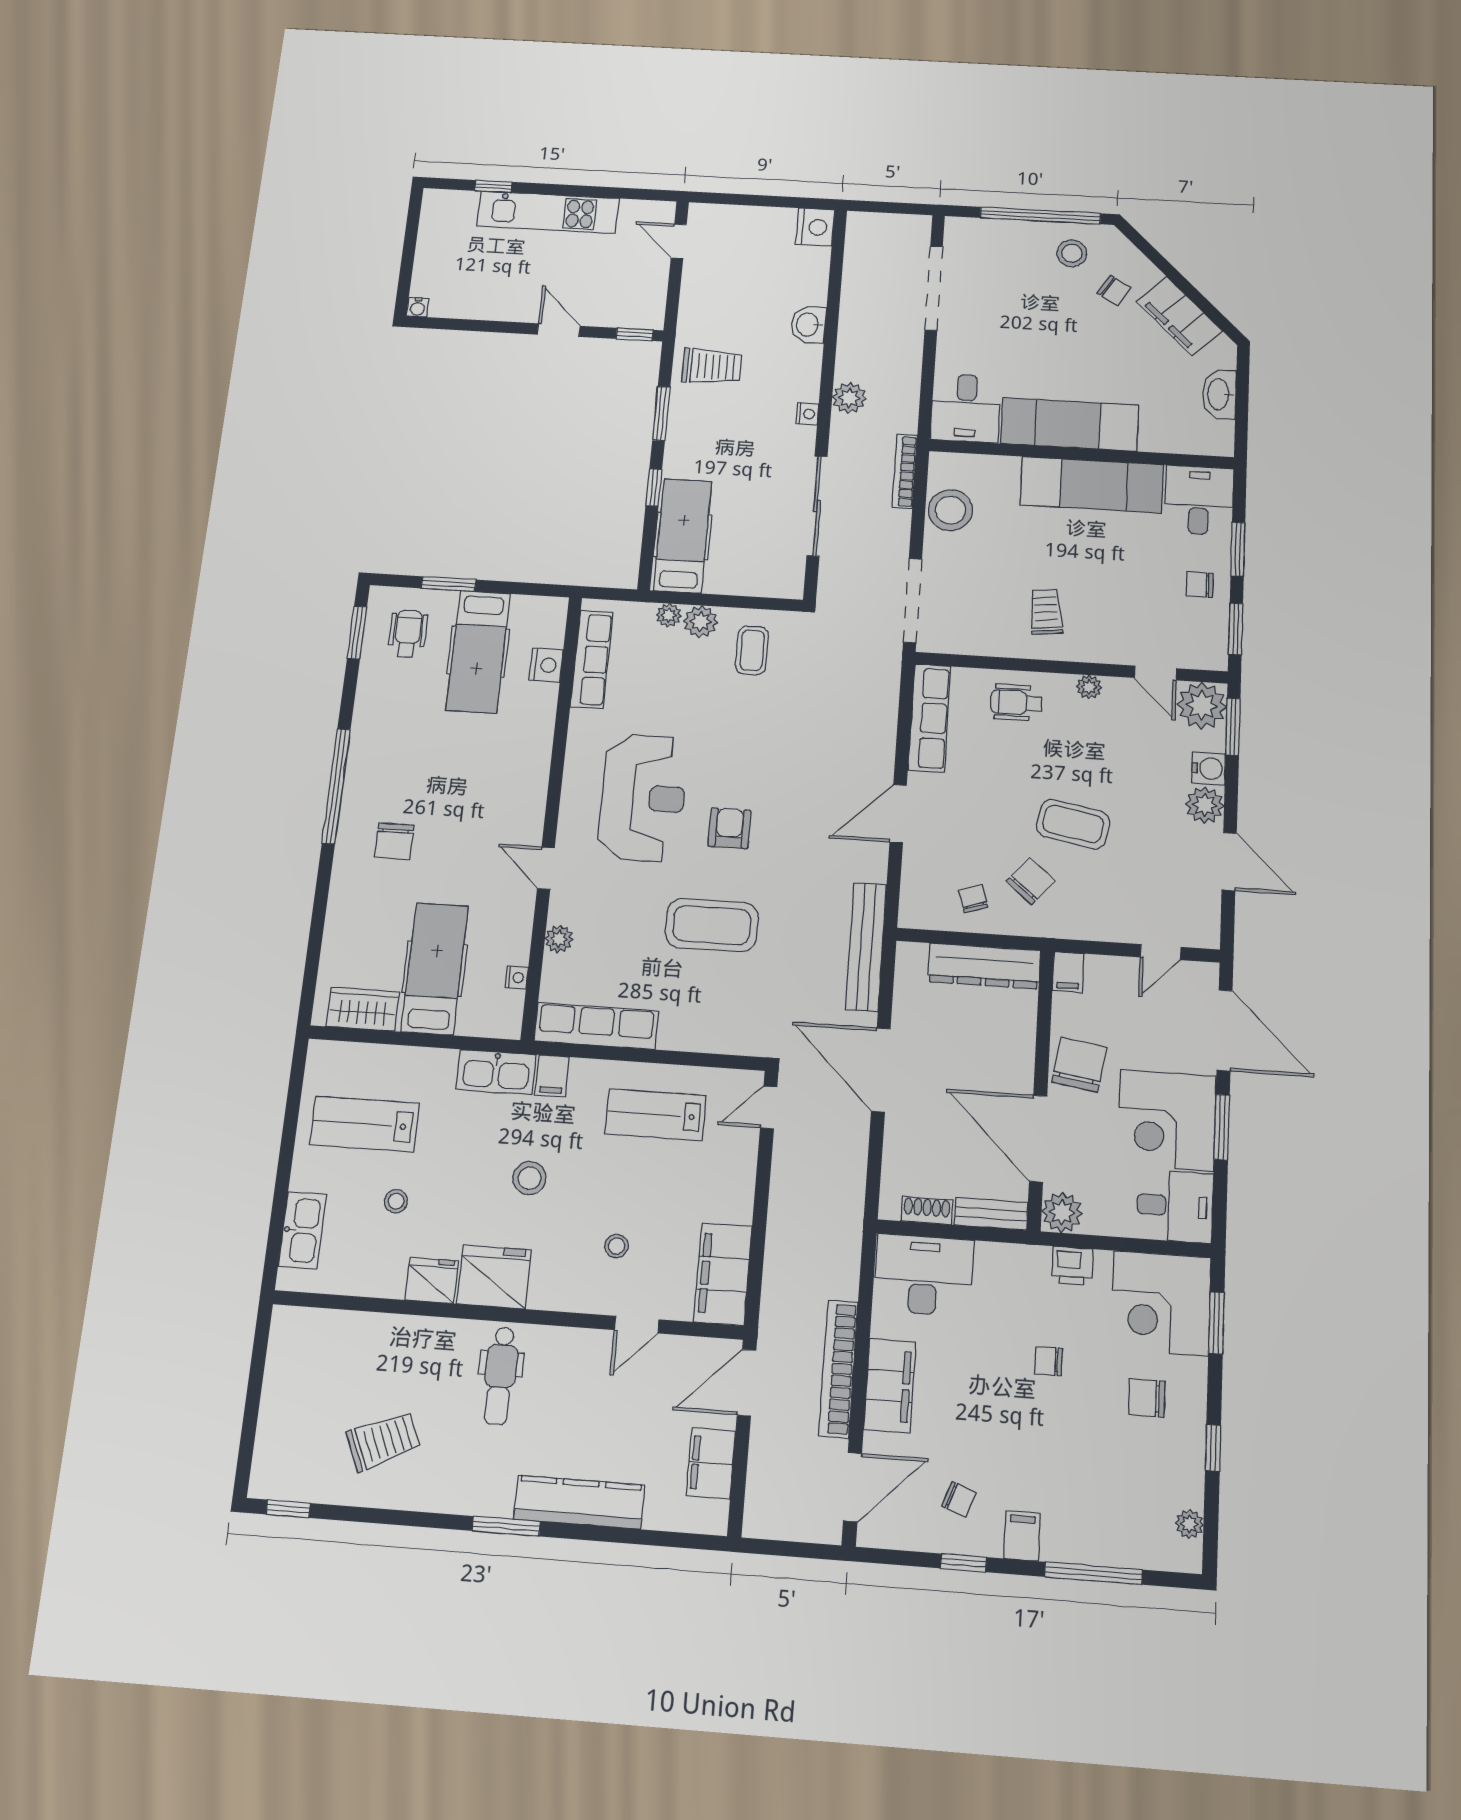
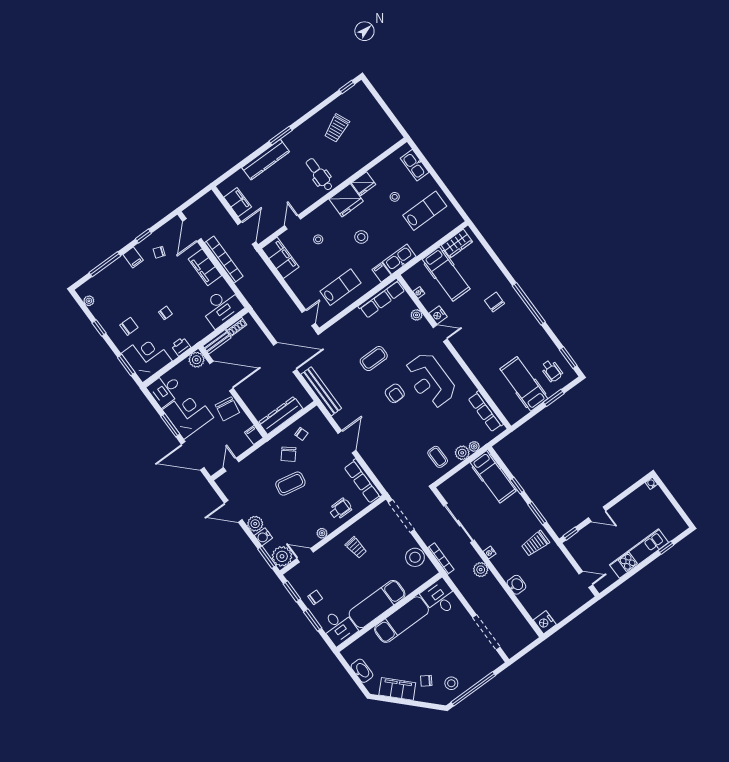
nightstand: (546, 665) -> (438, 315), moved
coffee table: (712, 925) -> (374, 359), width x0.73, depth x0.76

